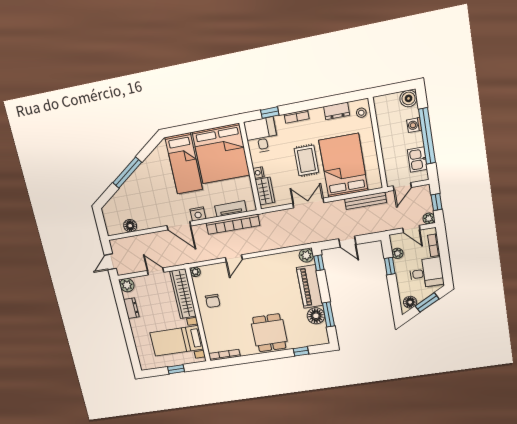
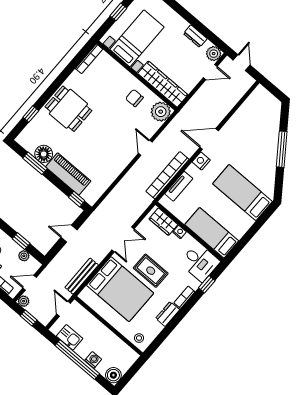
dresser: (337, 111) -> (168, 314), moved
bed: (221, 154) -> (212, 233), width x0.49
floor lamp: (130, 226) -> (248, 107), removed
plant: (306, 255) -> (91, 197), removed
door: (156, 271) -> (210, 72), moved
plant: (195, 272) -> (161, 112), width x1.87, depth x1.87

